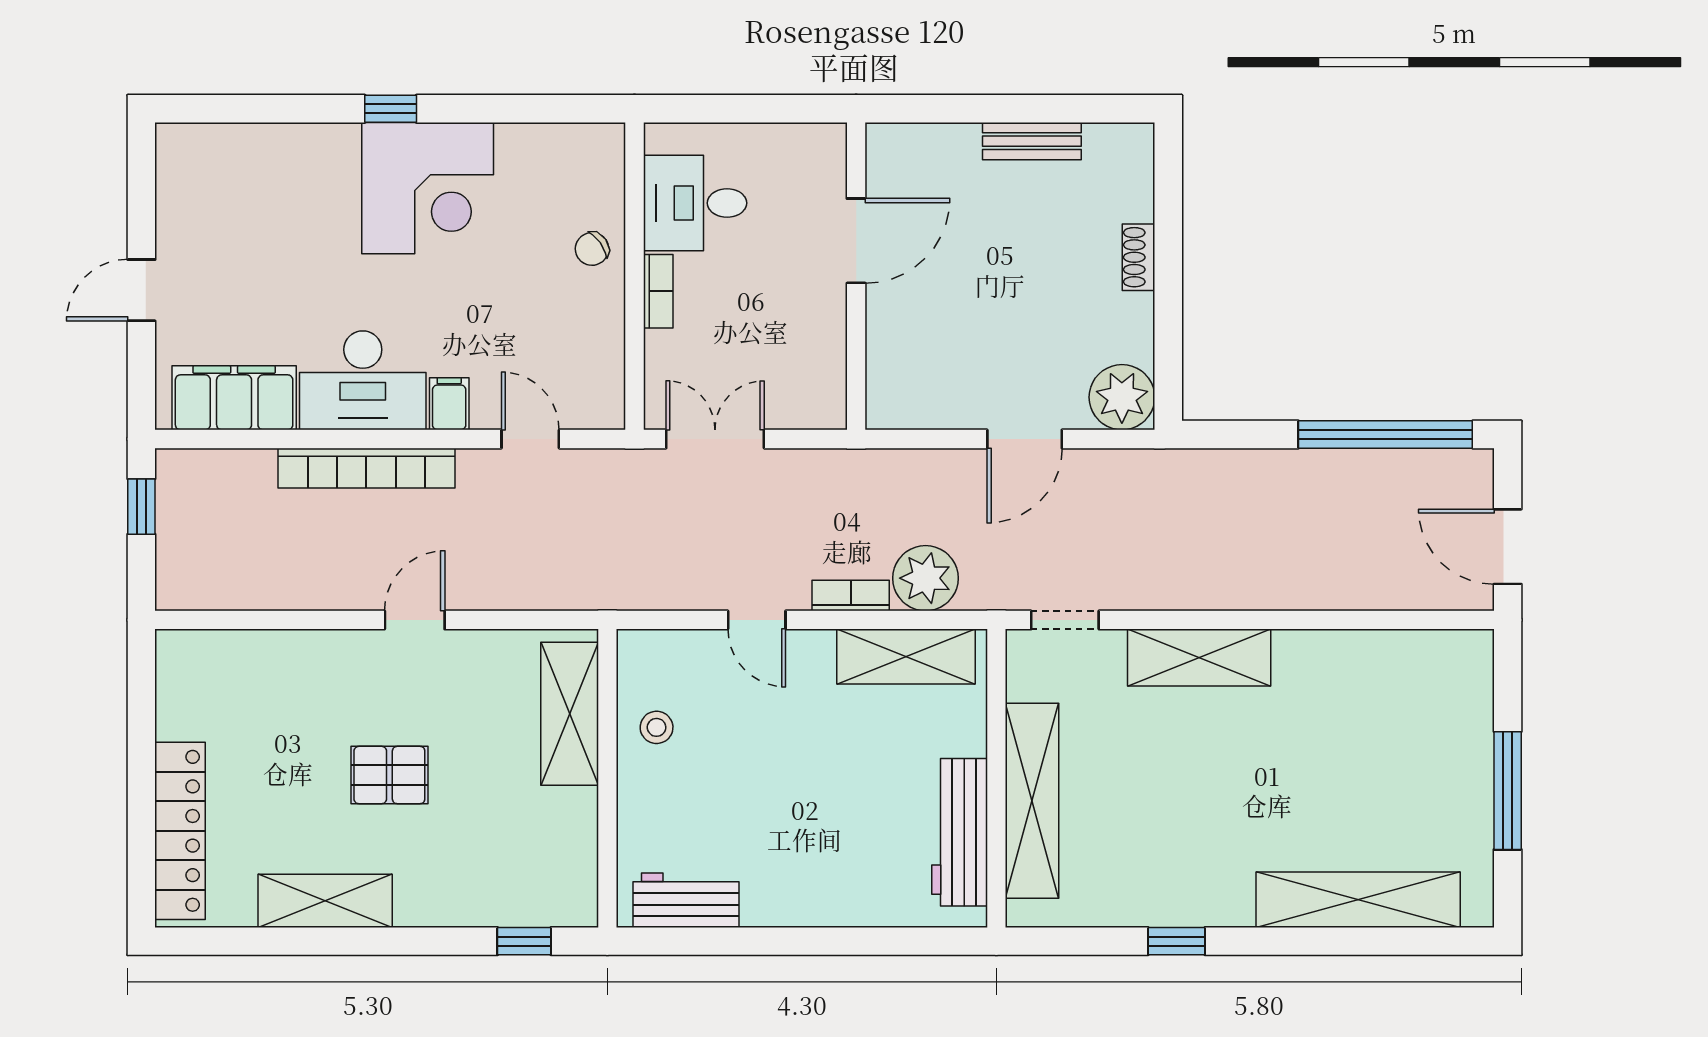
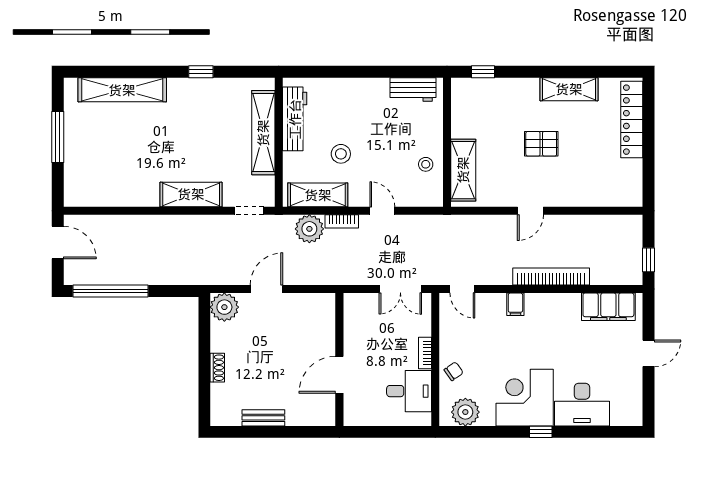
plant: (565, 155) -> (465, 412), added
desk: (363, 380) -> (582, 405), moved, turned 180
door: (530, 439) -> (462, 289), moved
stool: (853, 752) -> (341, 154), added

